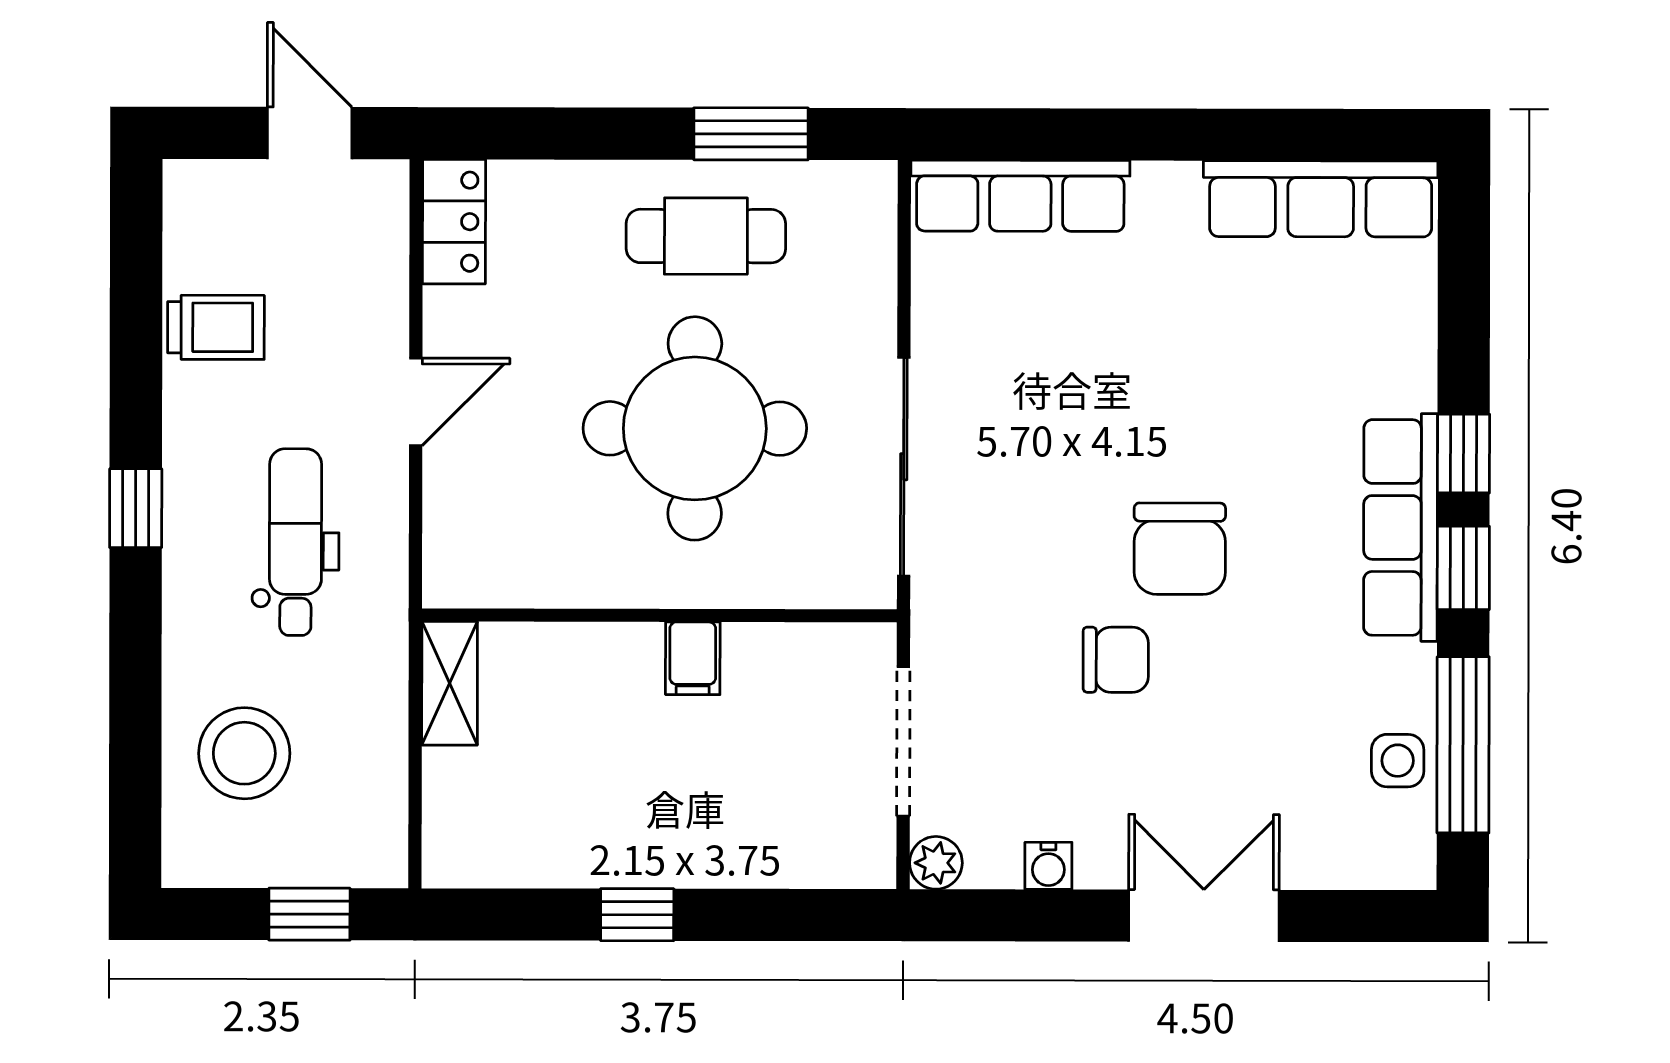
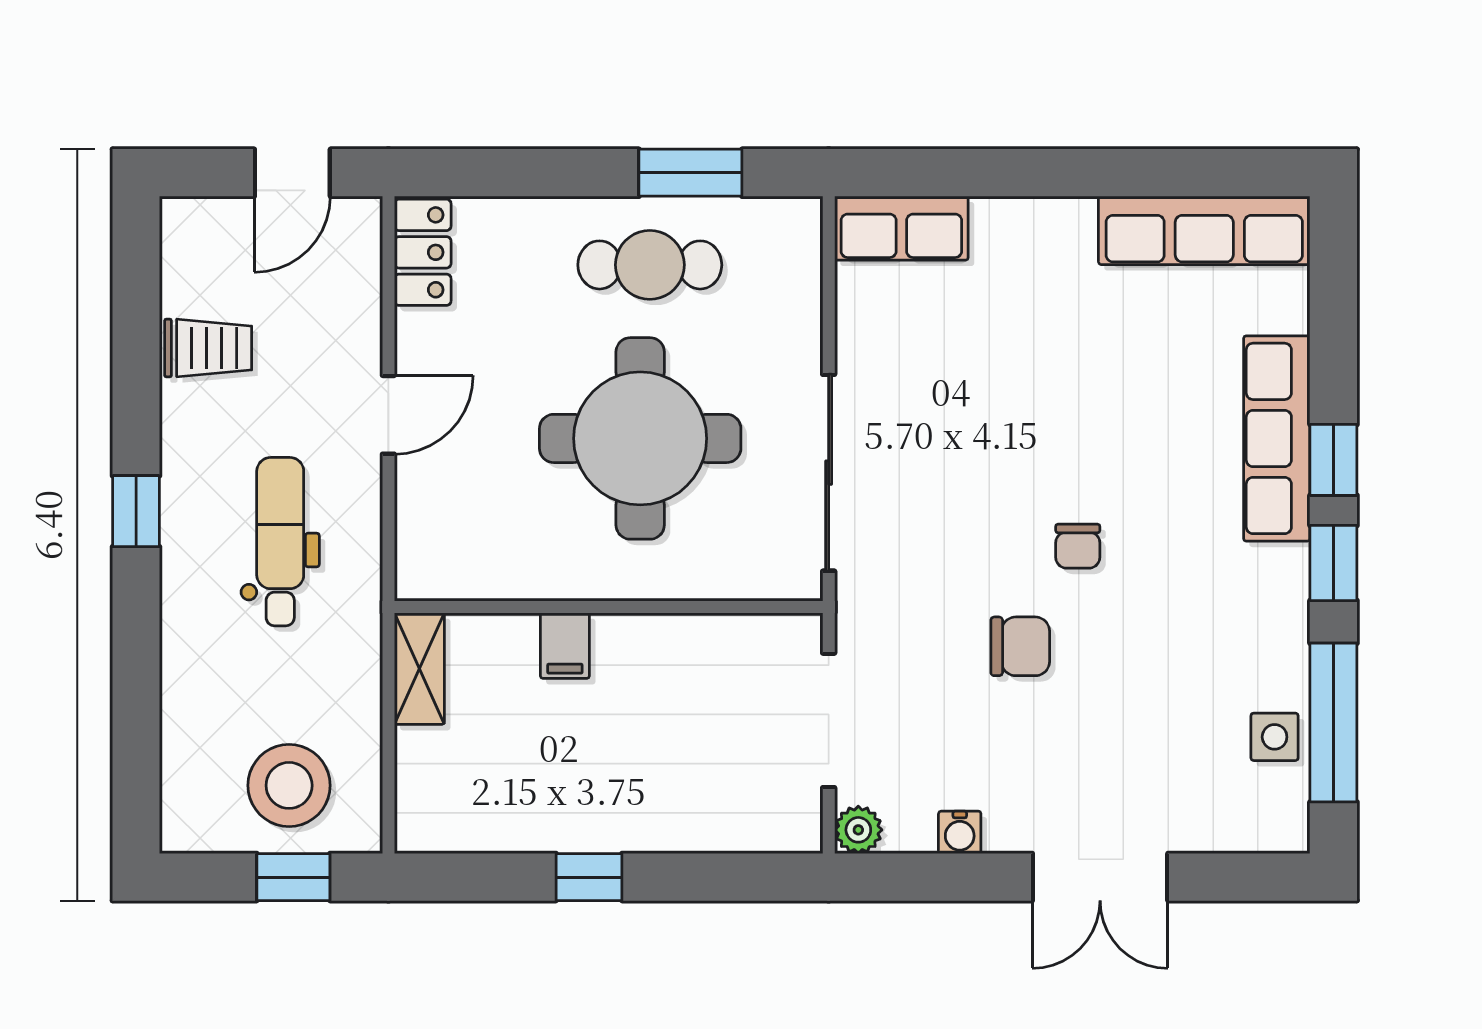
door: (310, 133) -> (292, 173), swing flipped
row of seats: (1020, 196) -> (901, 228), width x0.68
row of seats: (1401, 527) -> (1277, 438), moved
chair: (1180, 549) -> (1078, 546), width x0.54, depth x0.54
filing cabinet: (693, 658) -> (565, 646), moved
stool: (244, 753) -> (289, 785), moved
double door: (1204, 916) -> (1100, 877), swing flipped

